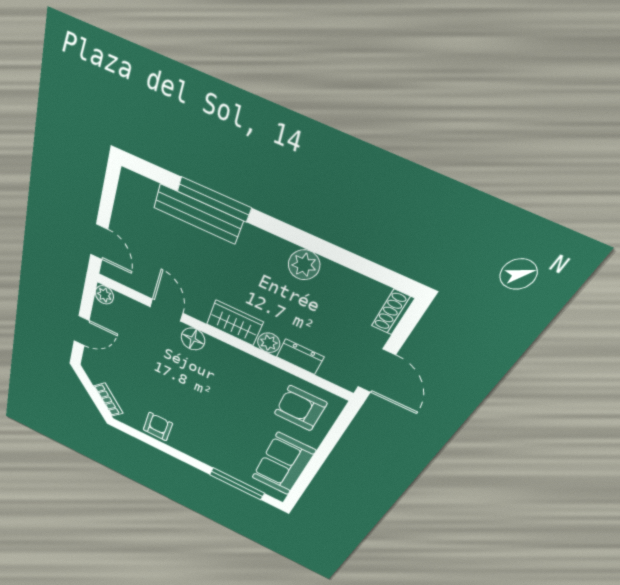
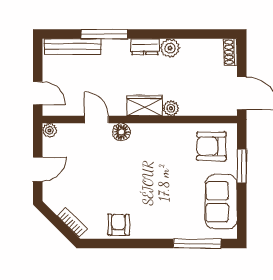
bench: (198, 214) -> (73, 47), moved
dresser: (300, 357) -> (145, 47), moved, turned 180
window: (327, 446) -> (242, 166), added

